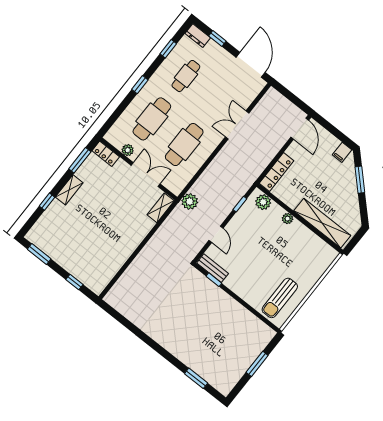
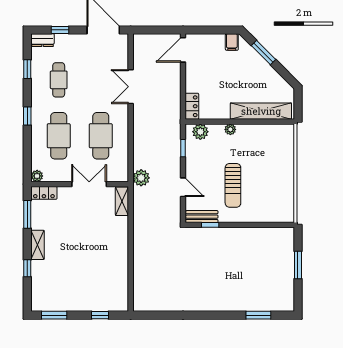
door: (300, 129) -> (183, 50), swing flipped
plant: (128, 150) -> (37, 176), moved
locker: (276, 172) -> (192, 106), width x0.66
sun lounger: (280, 298) -> (233, 185), moved

